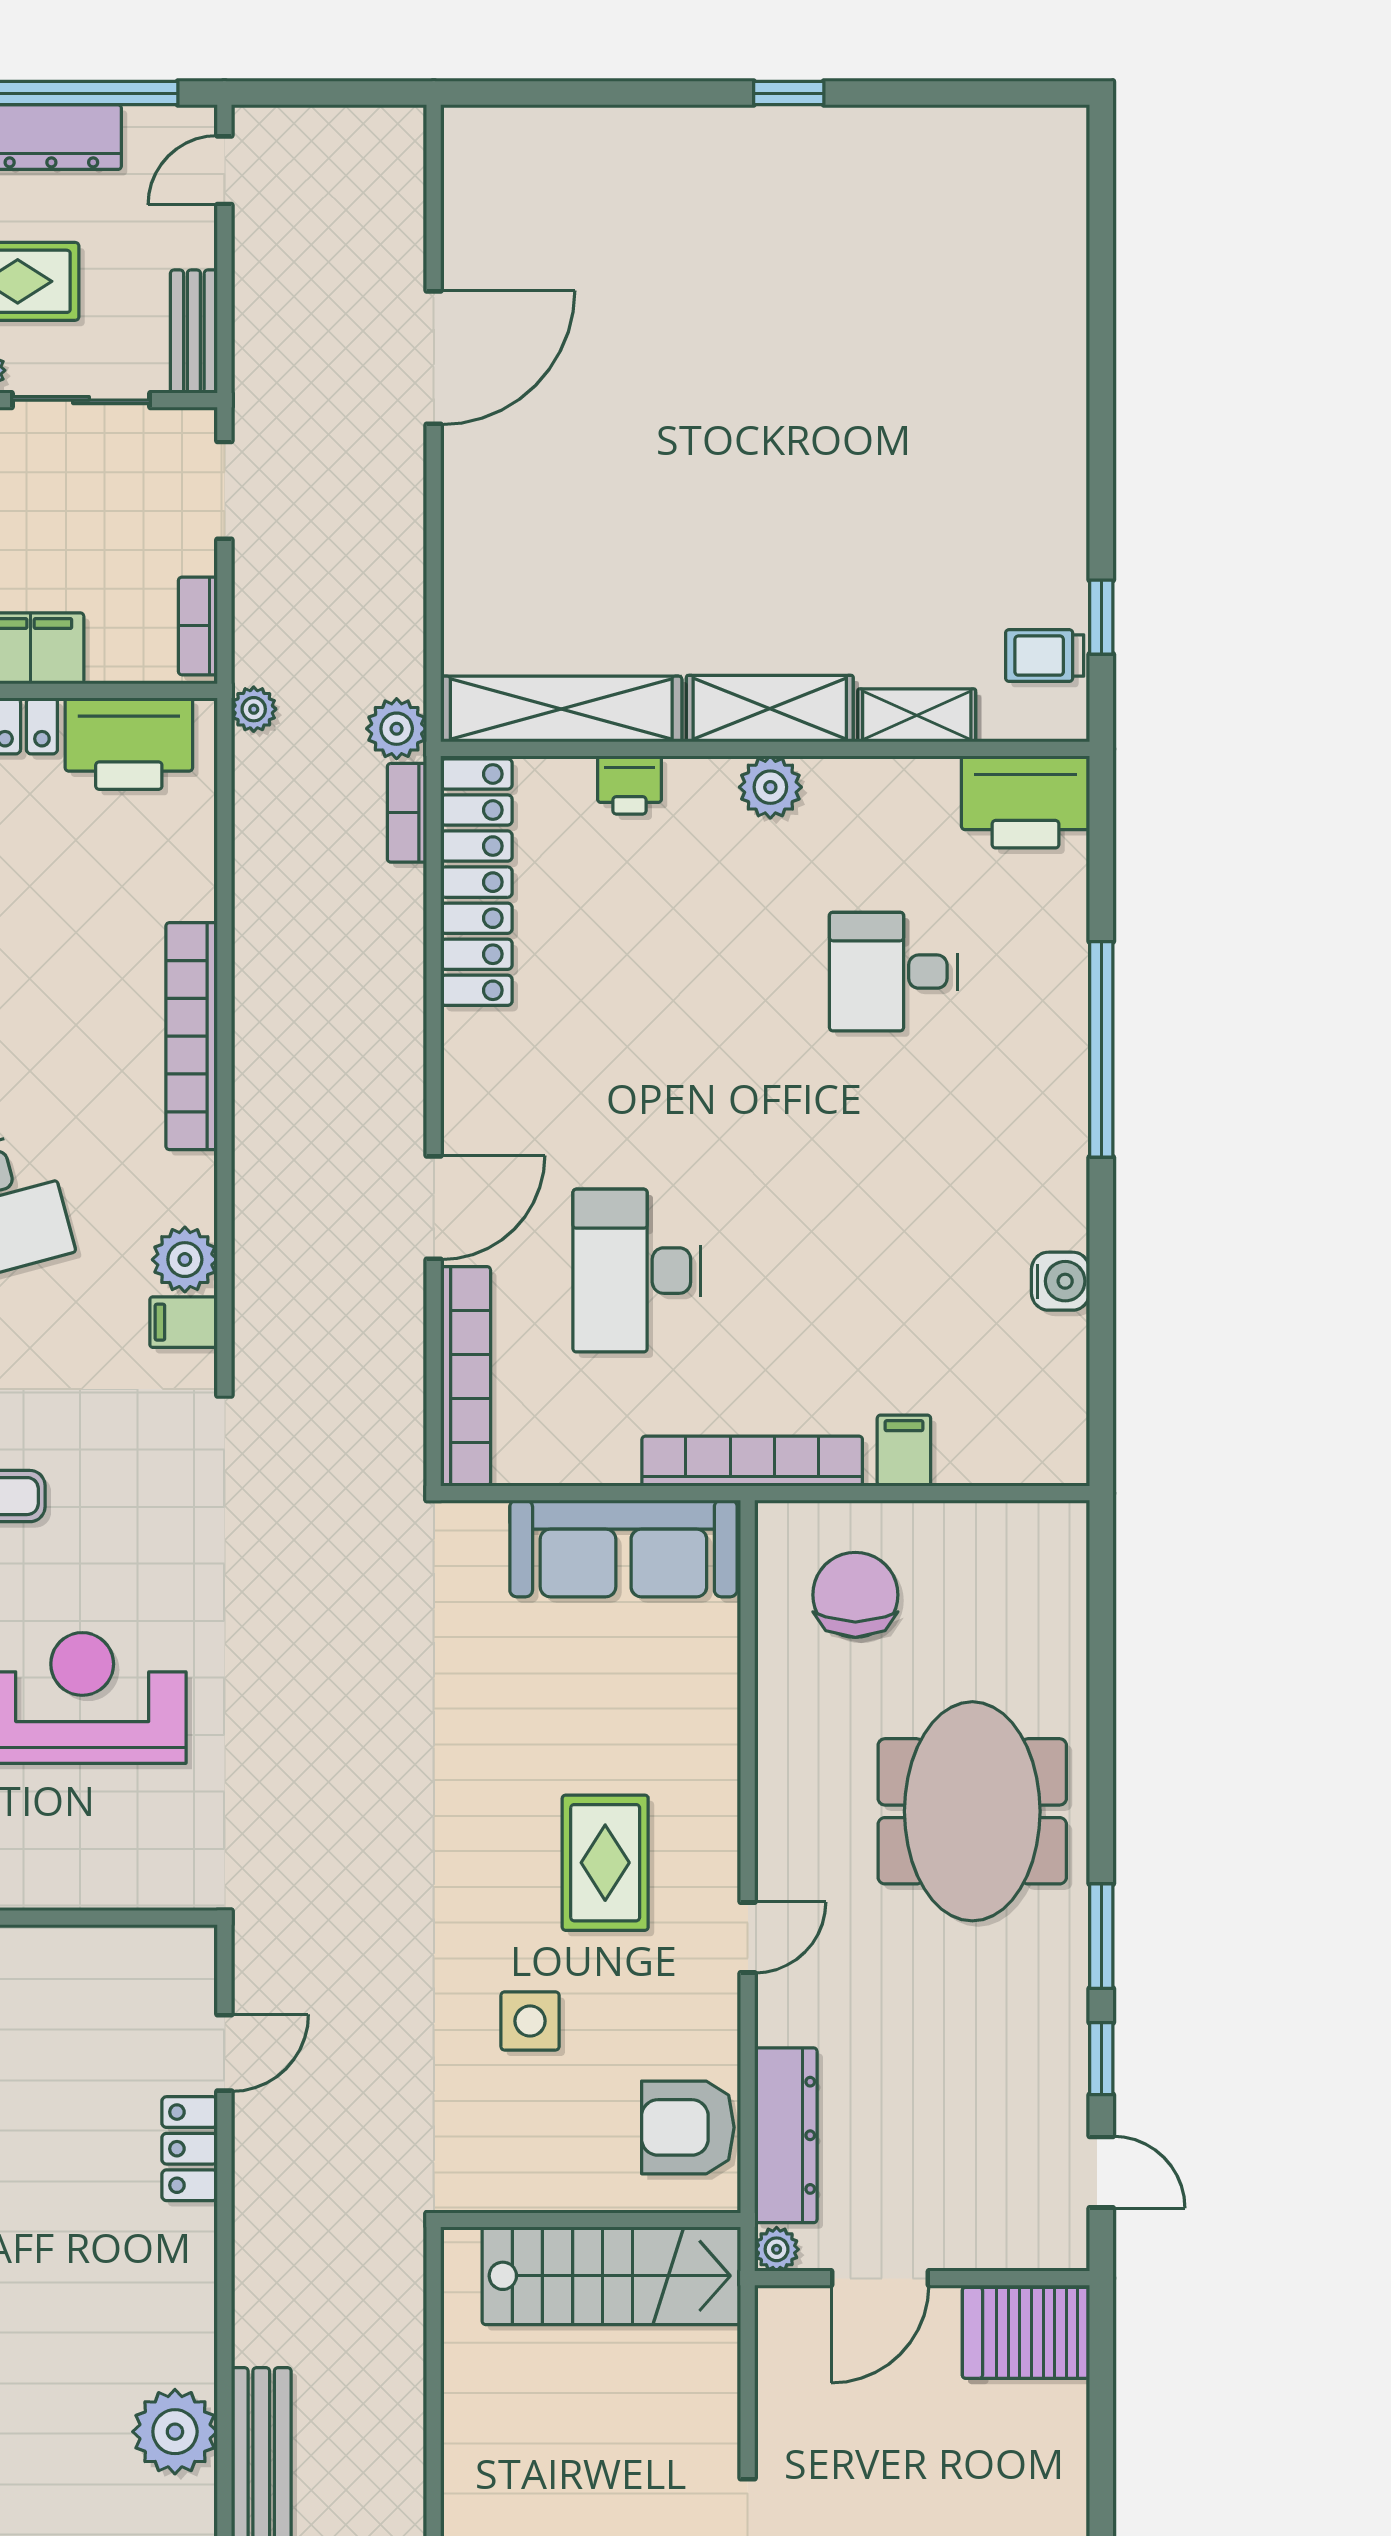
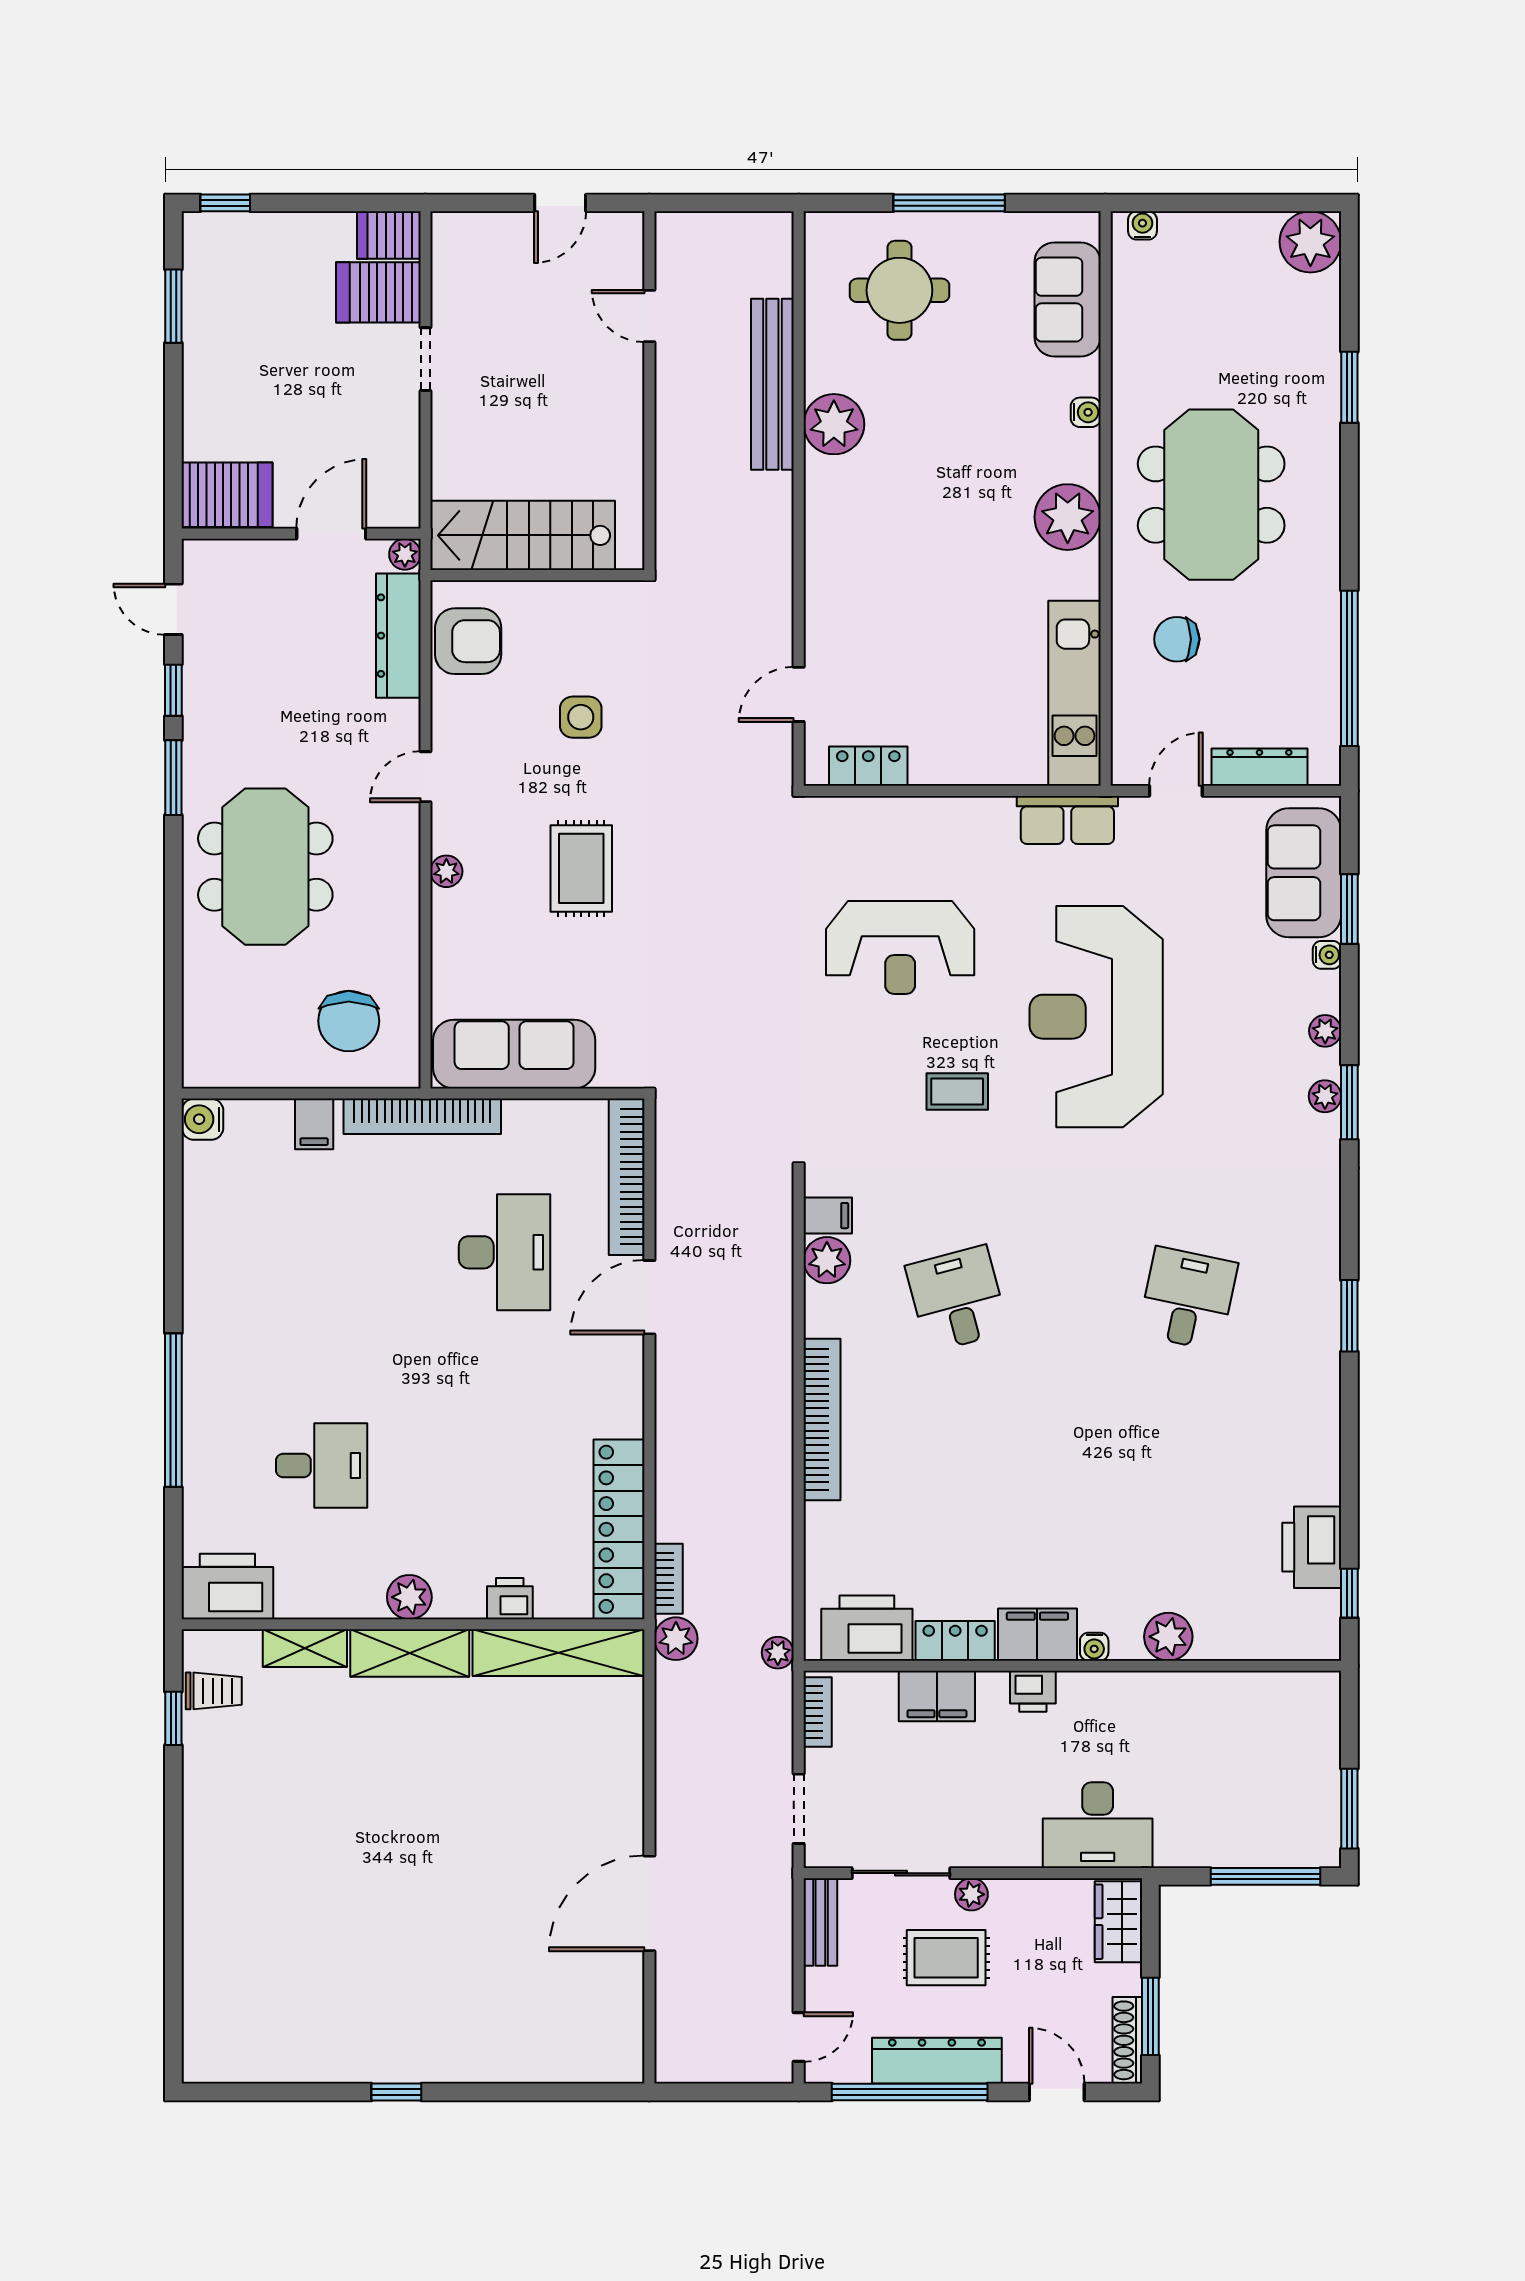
water cooler: (1060, 1281) -> (202, 1119), moved
plant: (718, 1805) -> (446, 871), added
rug: (605, 1863) -> (581, 868), moved
locker: (190, 2149) -> (868, 766), moved, turned -90

